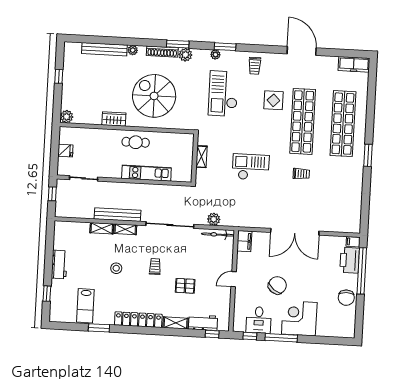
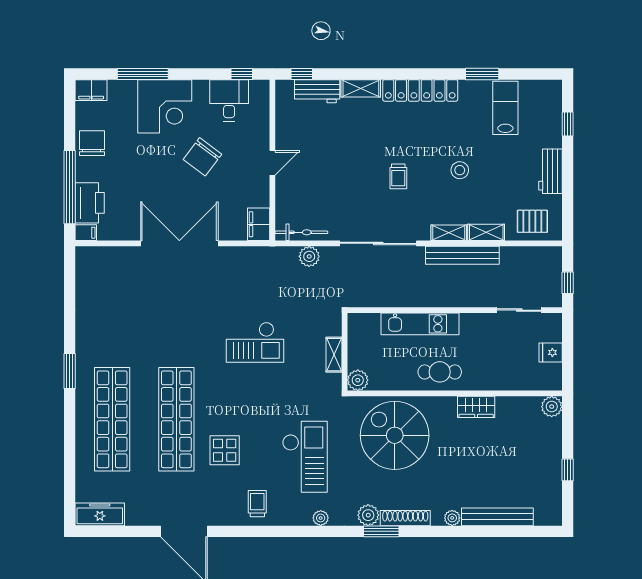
window: (225, 47) -> (306, 531), removed
spiral stairs: (154, 96) -> (395, 435), moved, turned 180
plant: (187, 140) -> (358, 380), added
trolley: (301, 174) -> (174, 336), removed
pallet: (185, 286) -> (532, 221), moved
filing cabinet: (345, 331) -> (91, 90), added
window: (281, 338) -> (143, 74), moved

